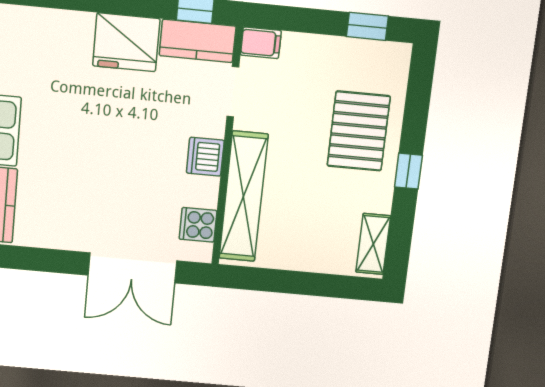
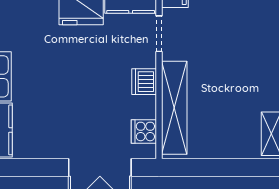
pallet: (359, 131) -> (251, 53), removed

